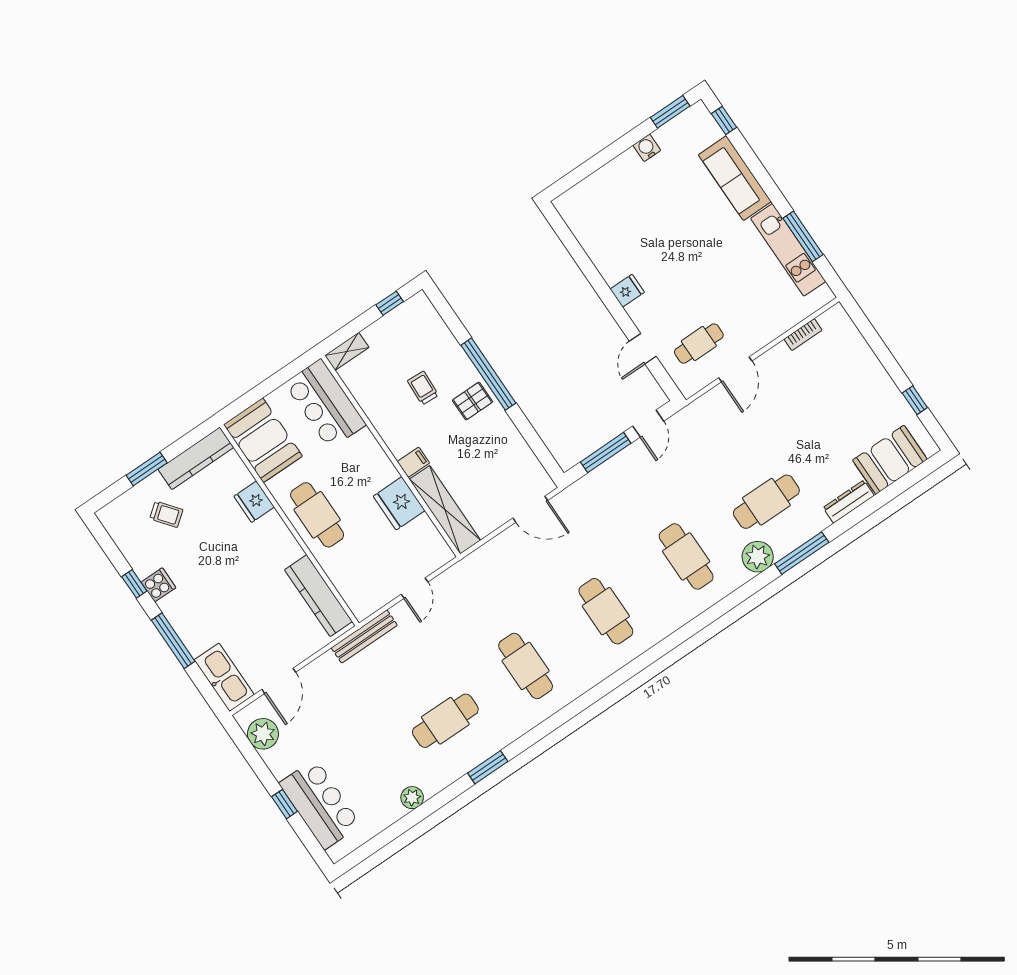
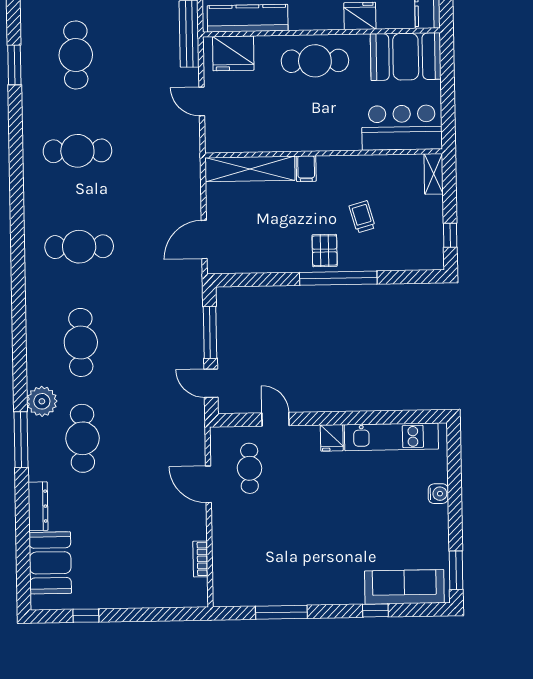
window: (724, 120) -> (375, 611), moved
water cooler: (647, 148) -> (438, 494), moved
sofa: (735, 178) -> (404, 587), moved
kitchen unit: (788, 250) -> (391, 437), moved, turned 180
trolley: (423, 388) -> (362, 217), turned -109
fridge: (399, 503) -> (233, 53), moved, turned 180
cafe table: (686, 556) -> (81, 342), turned 90

